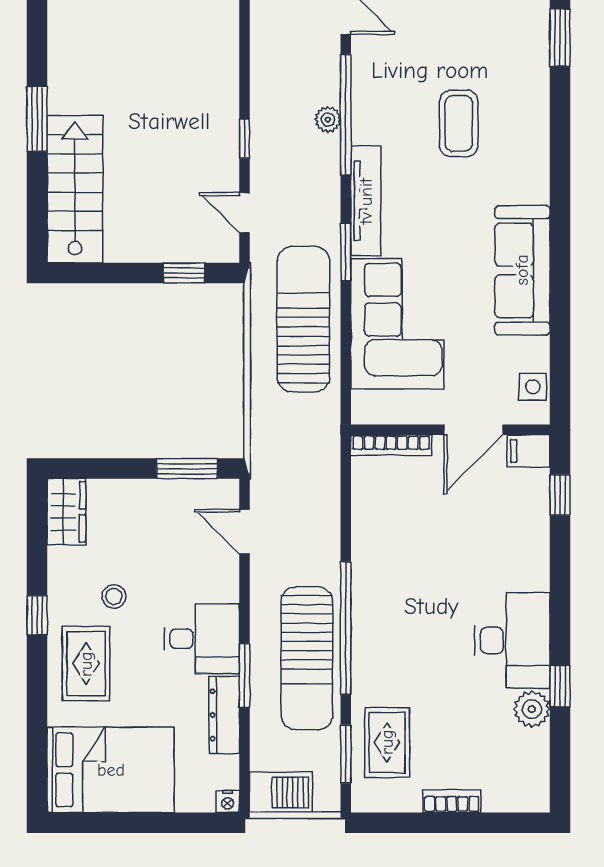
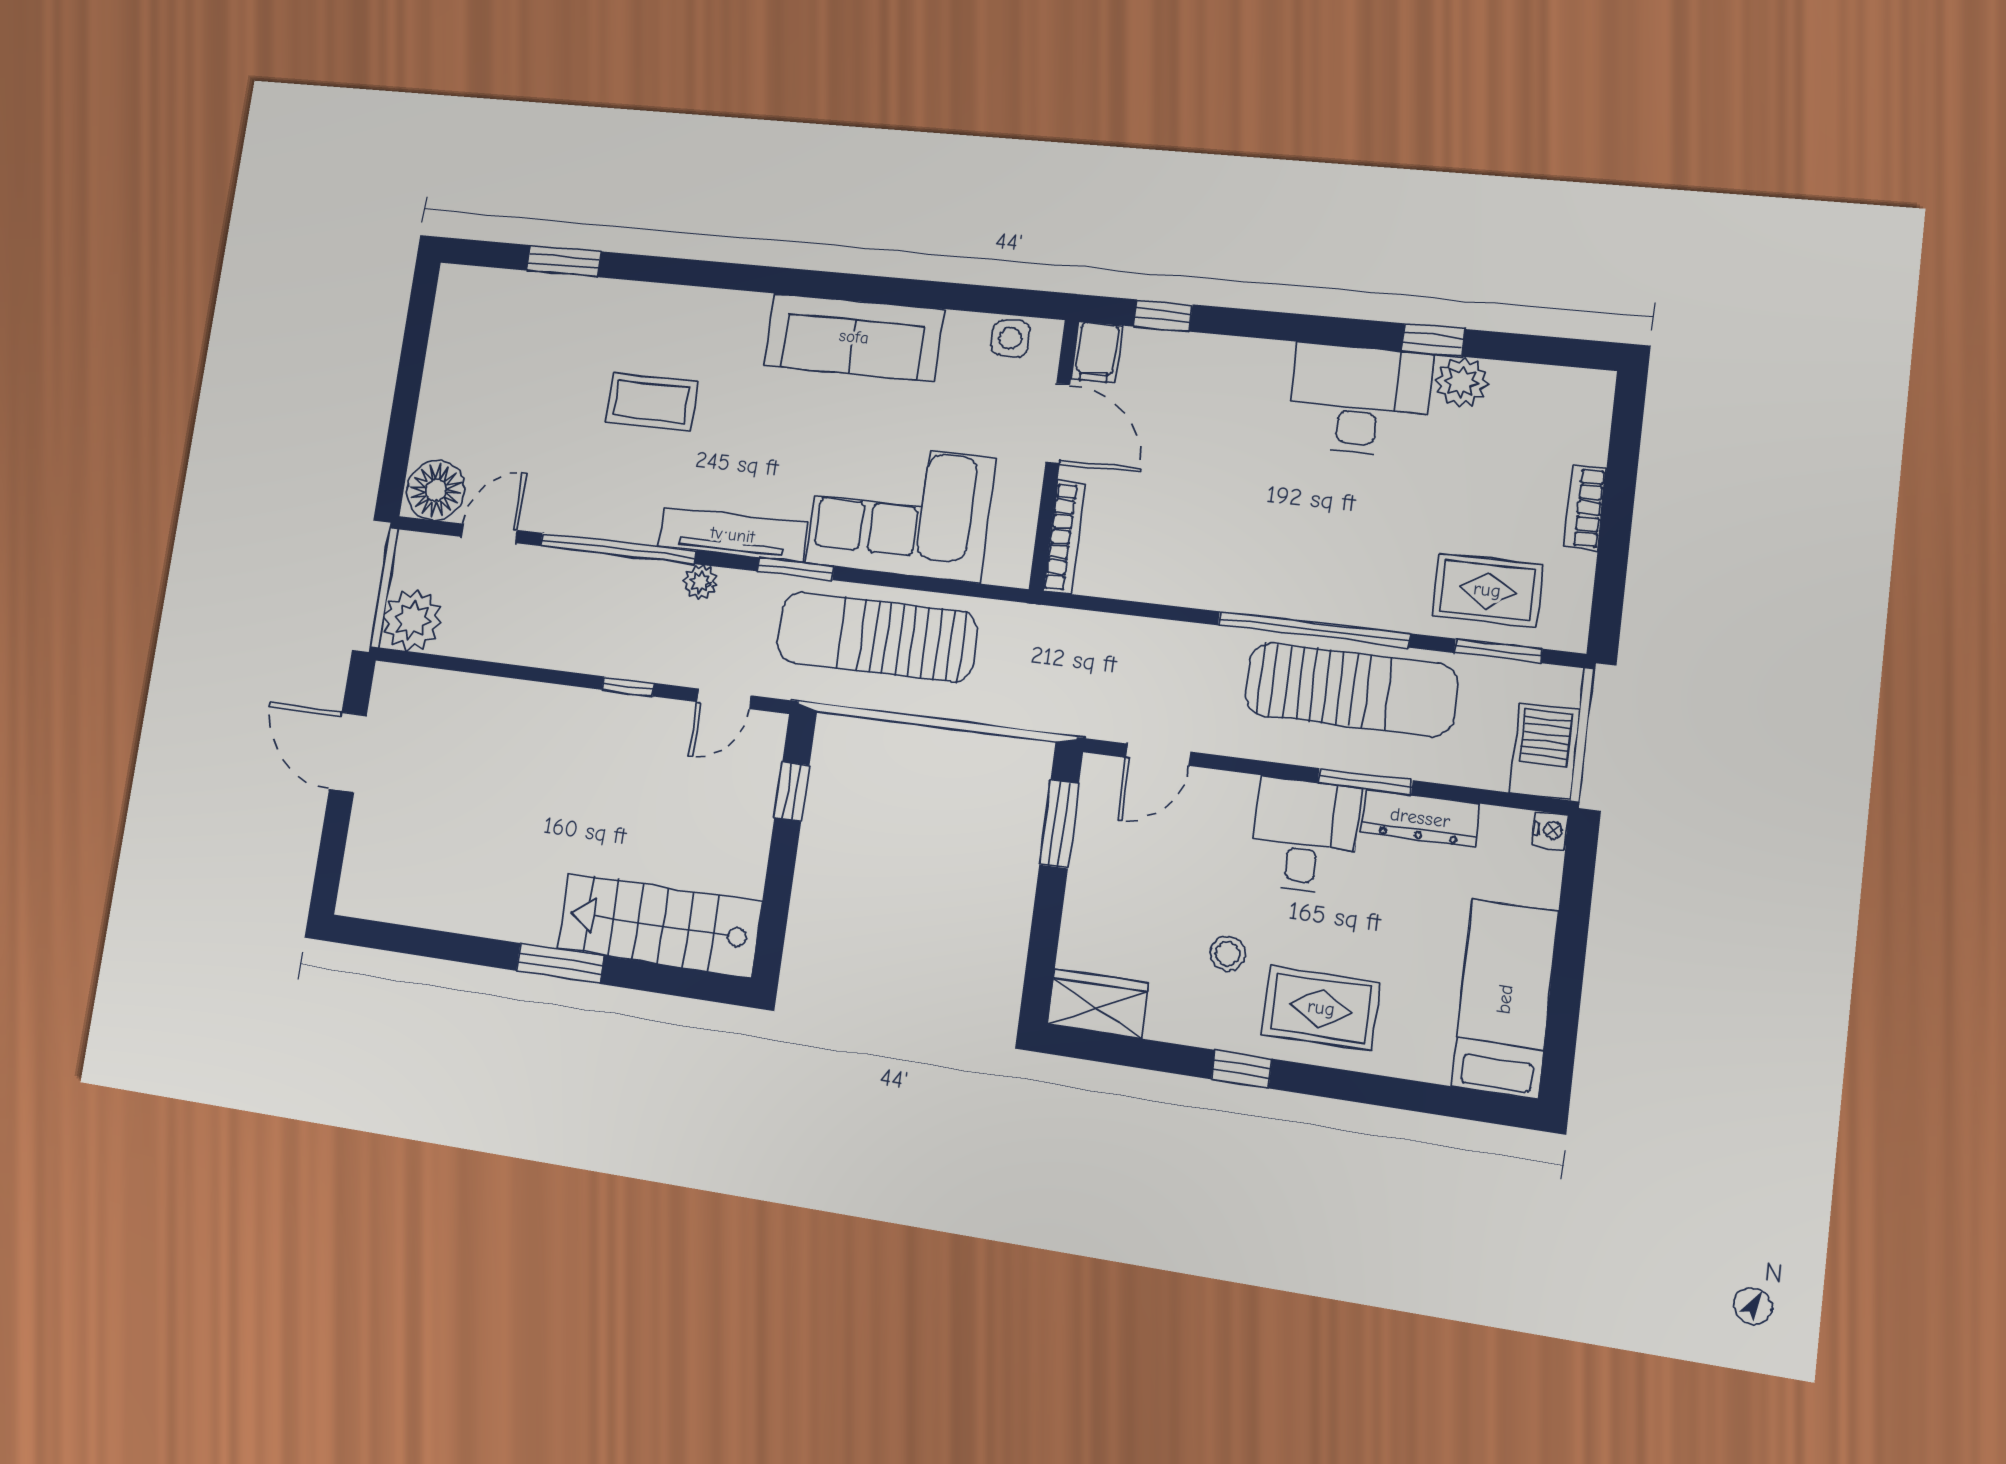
plant: (328, 119) -> (701, 582), moved
bed: (111, 770) -> (1505, 999), width x0.67

